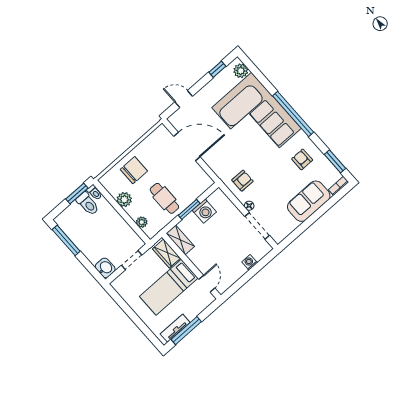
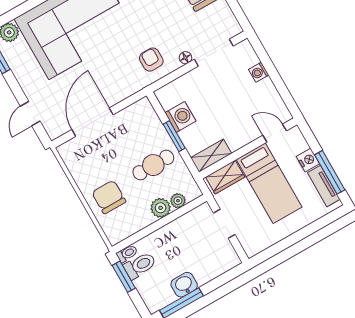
plant: (124, 200) -> (161, 208), moved
washbasin: (105, 268) -> (184, 285), moved
nightstand: (192, 312) -> (308, 160), added

